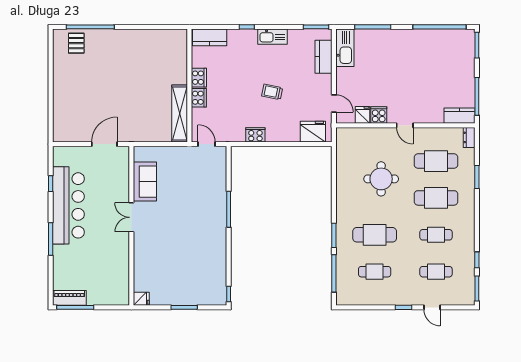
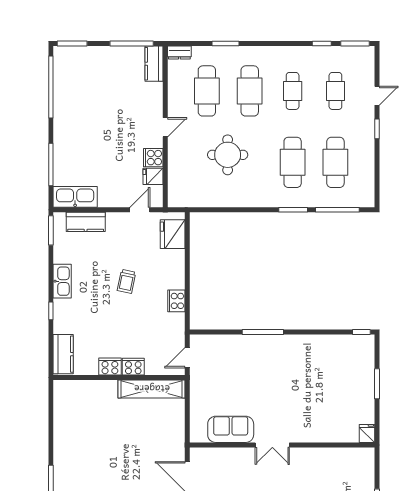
cafe table: (375, 272) -> (335, 162), width x1.37, depth x1.35

